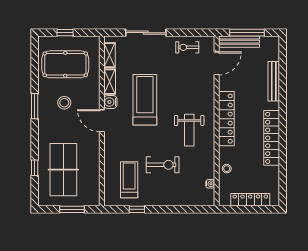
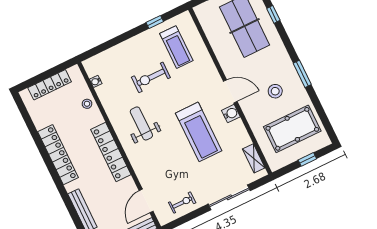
shelving: (110, 82) -> (241, 133), removed

